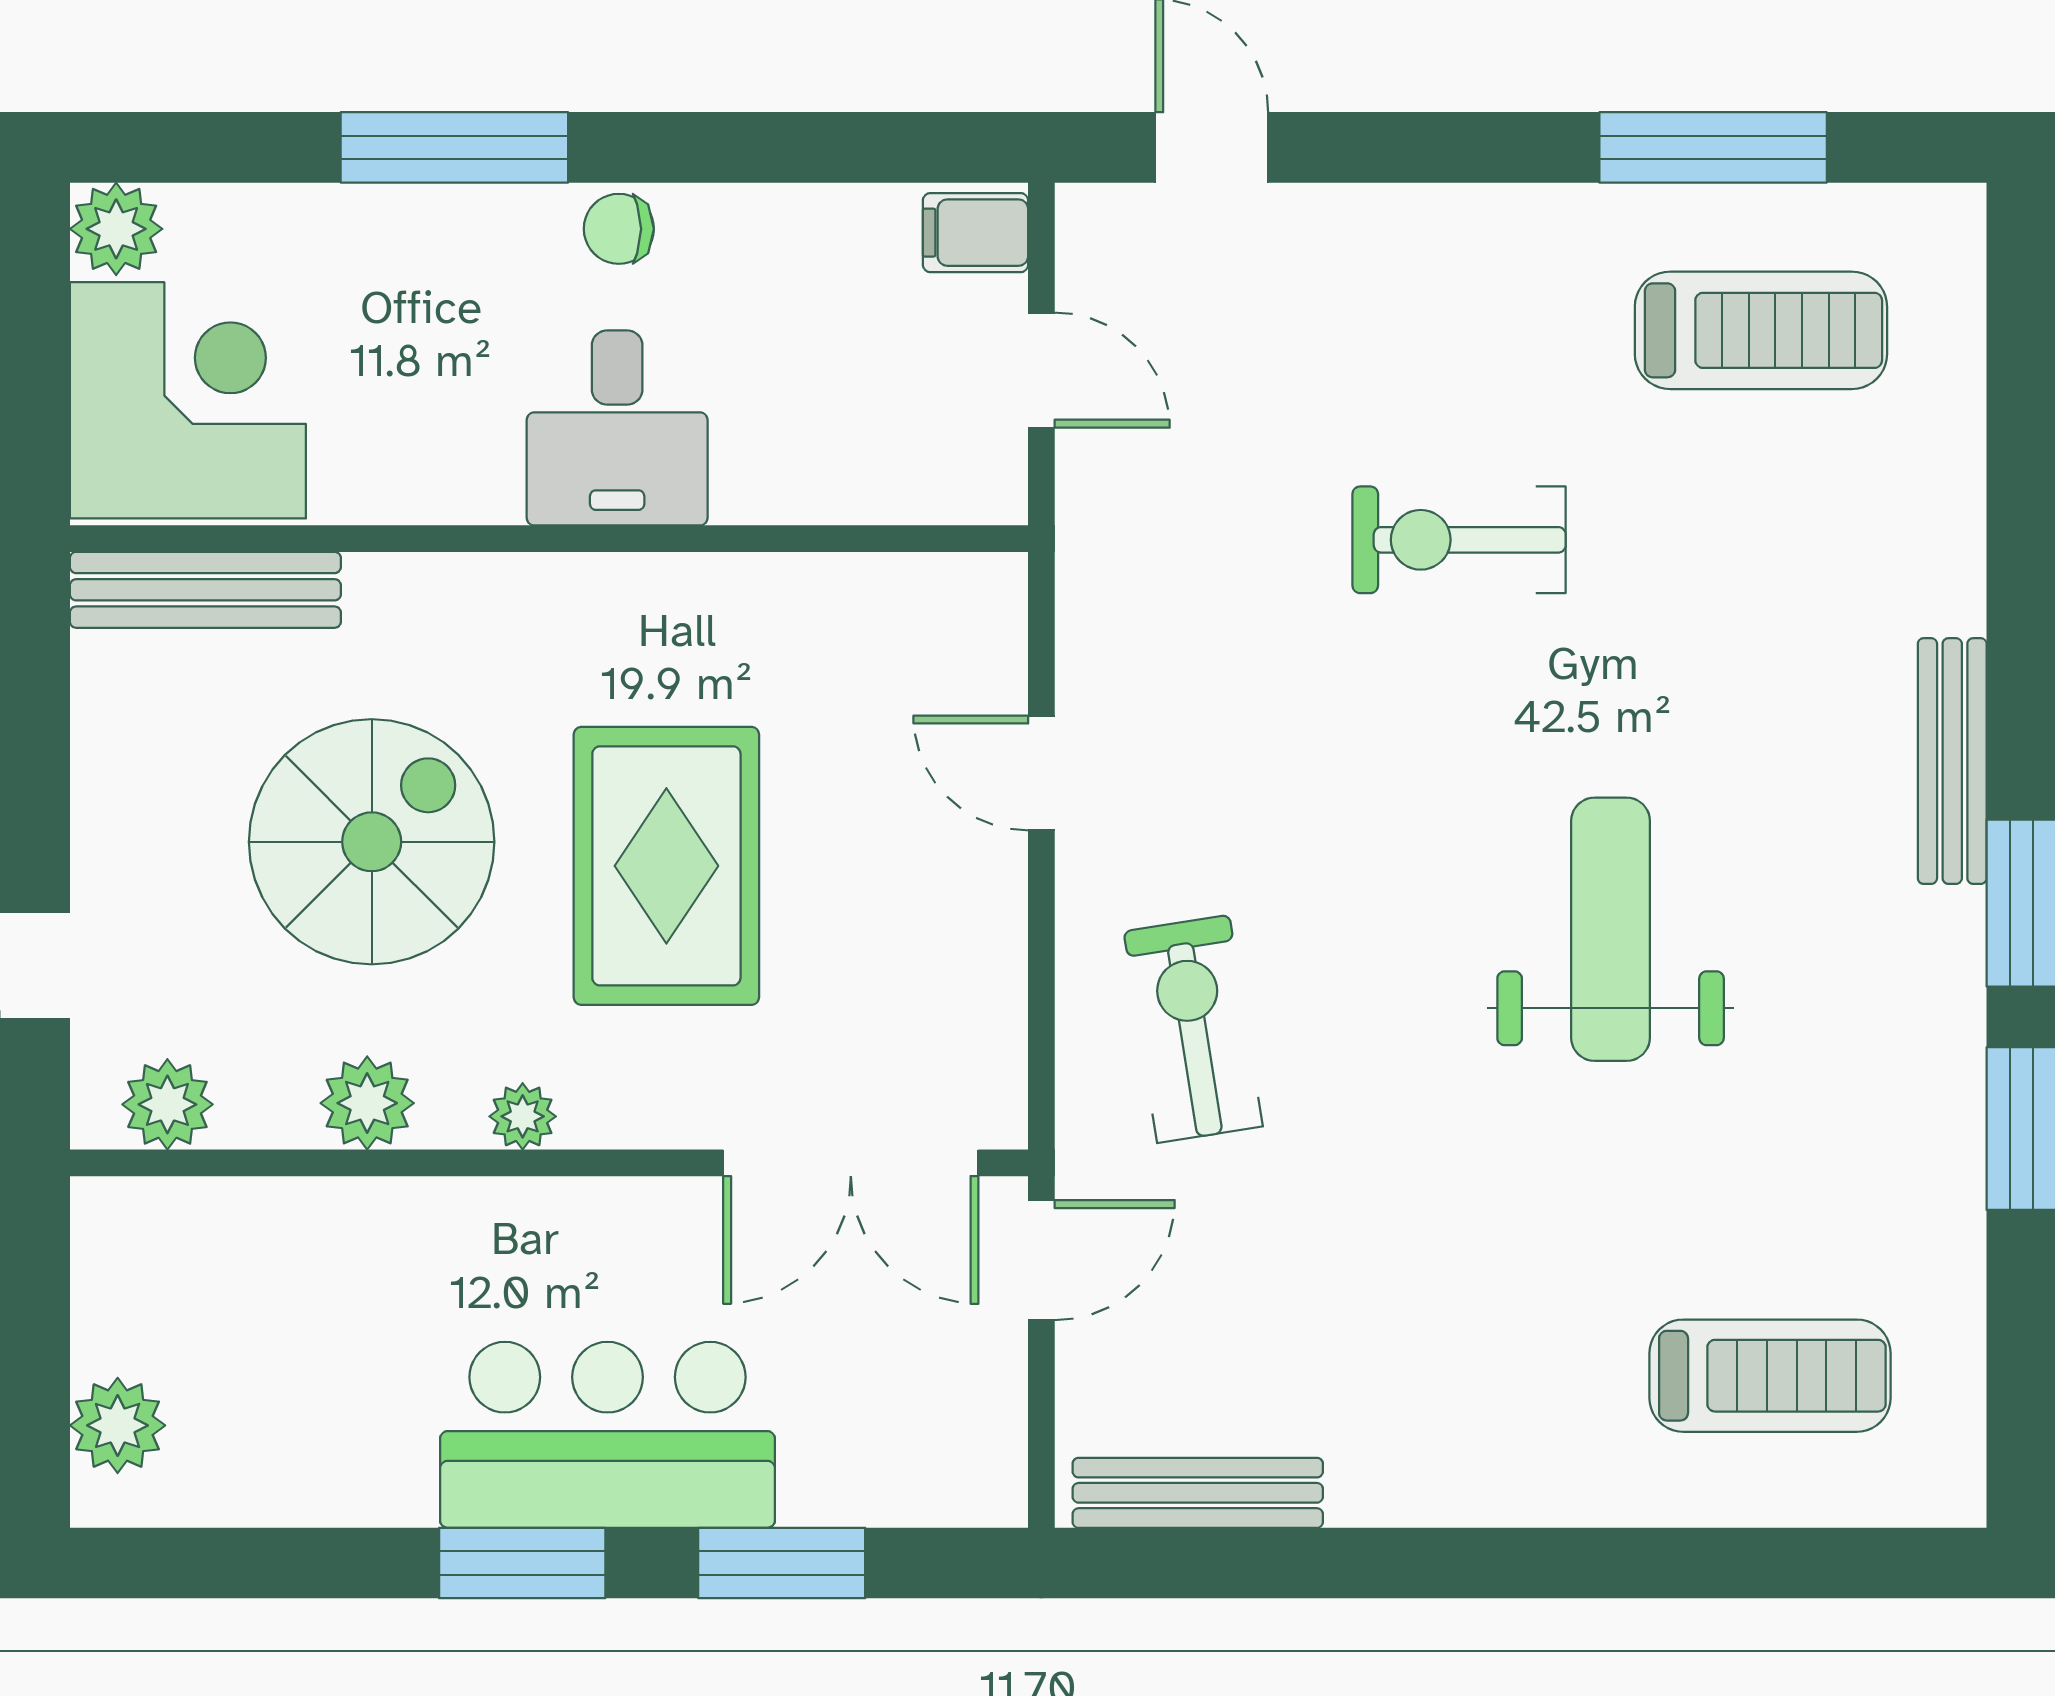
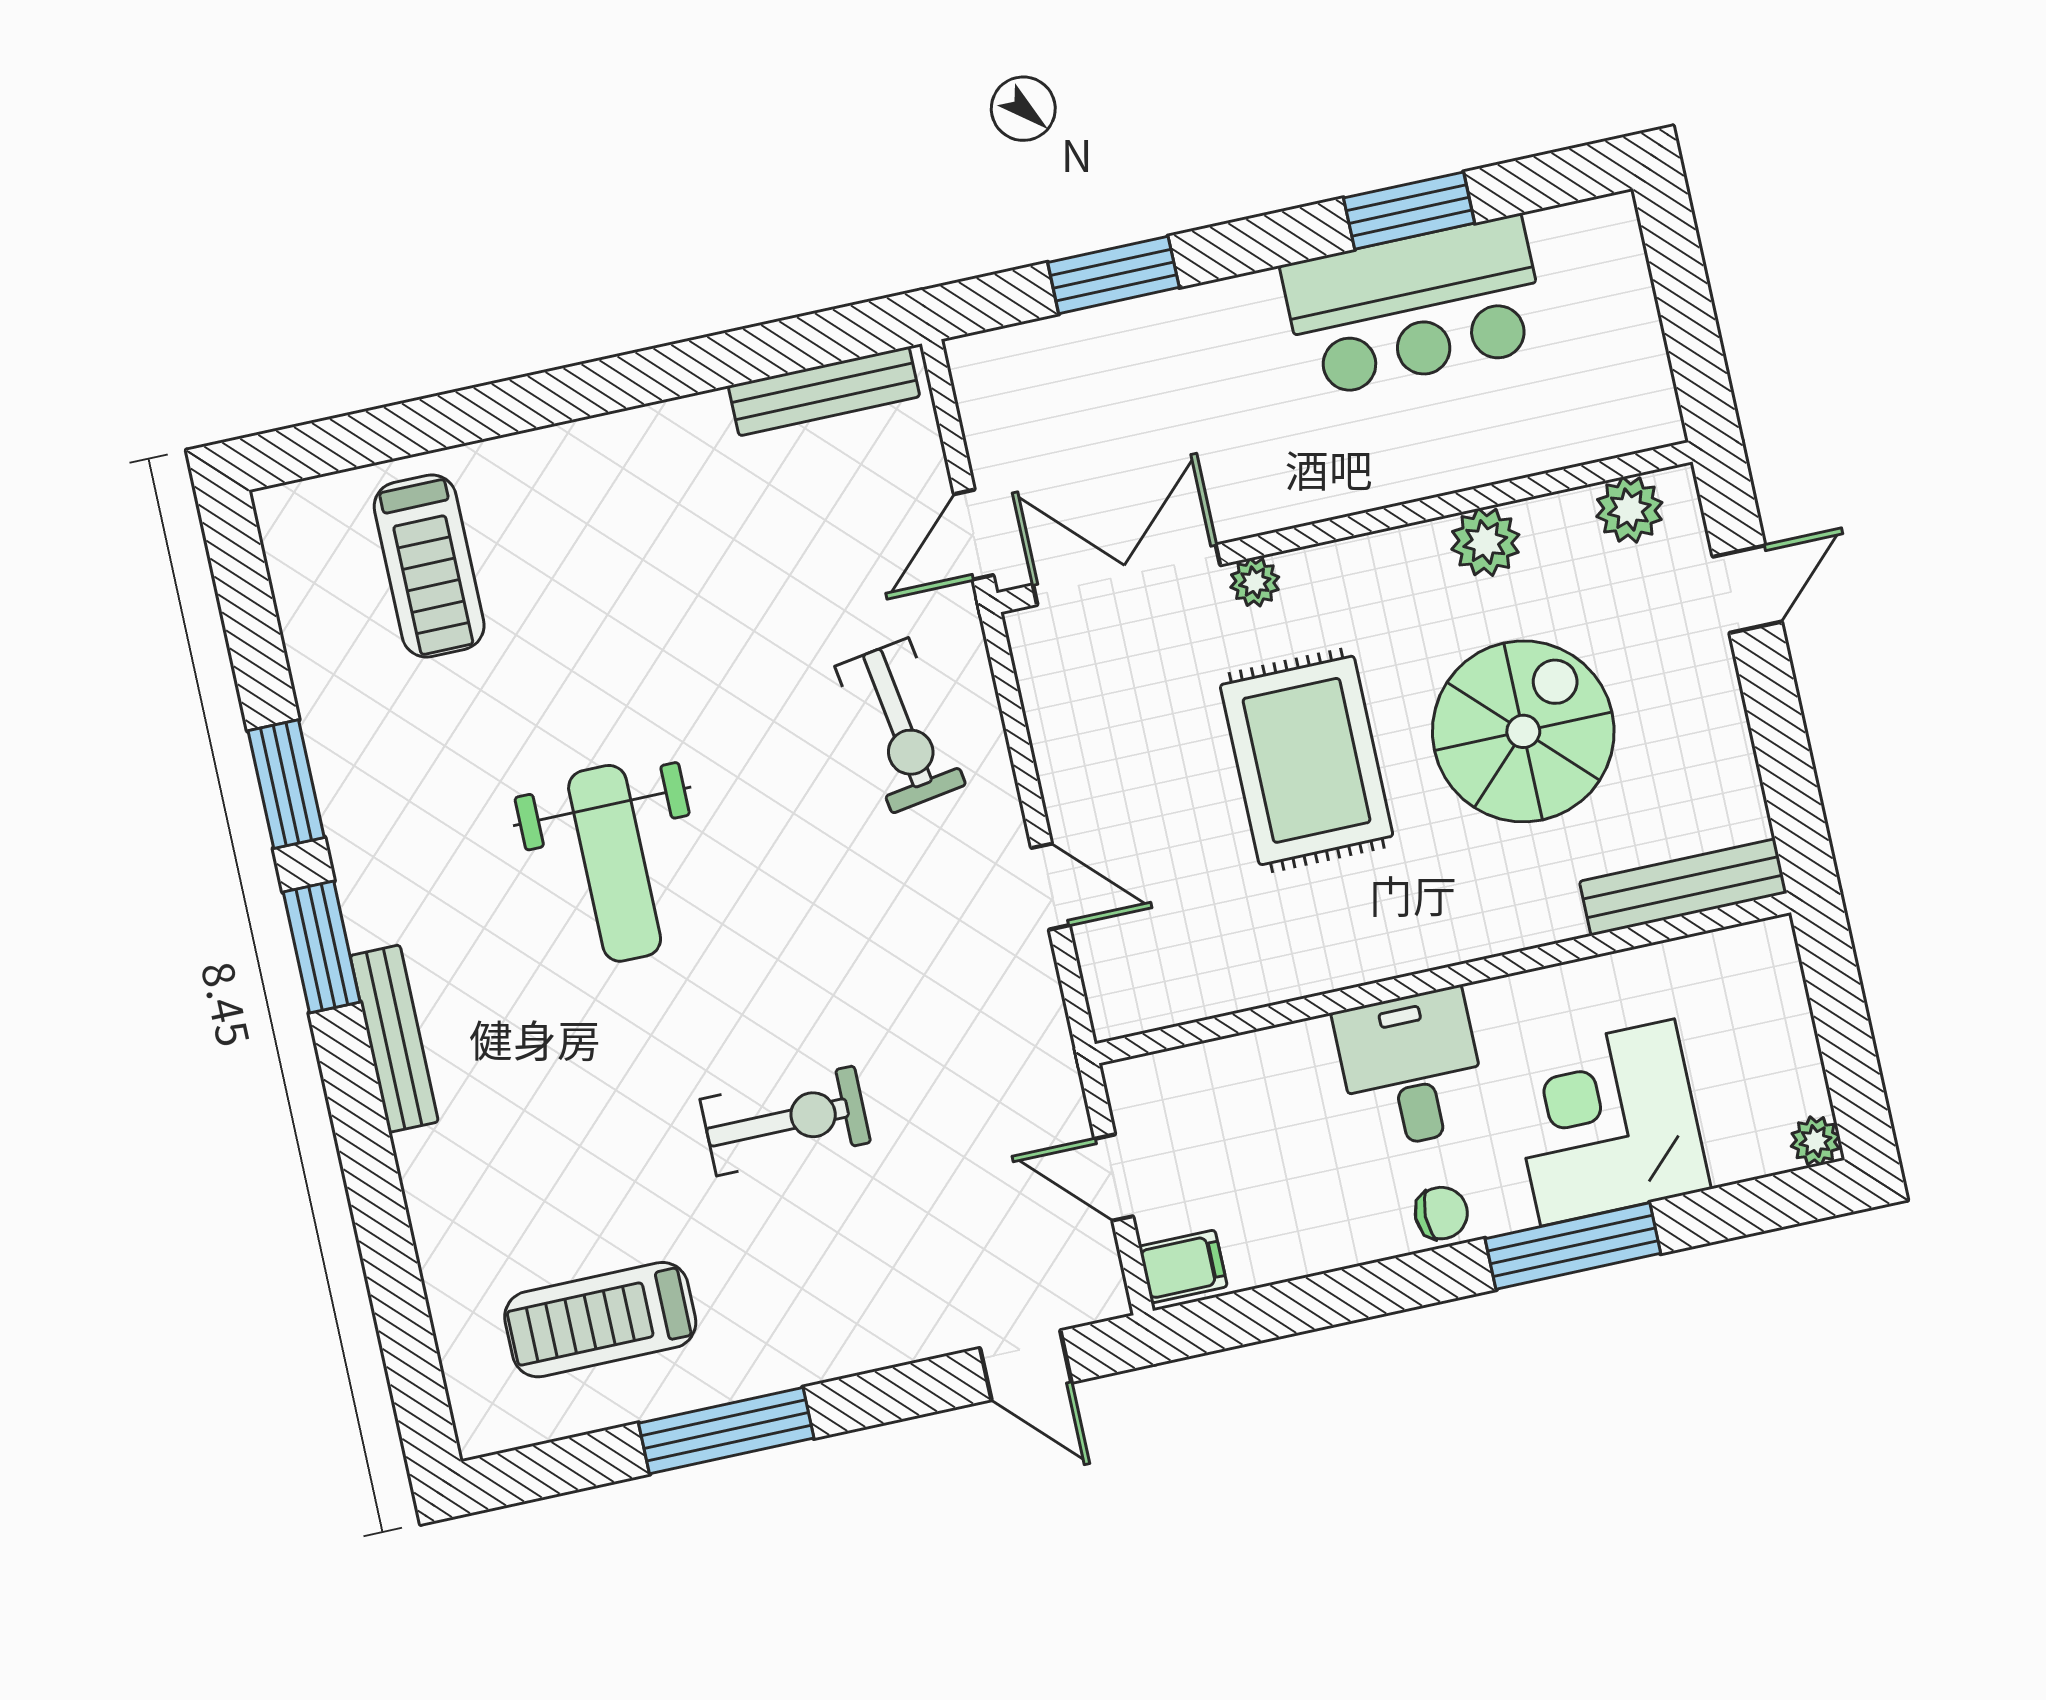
window: (1713, 147) -> (726, 1431), moved
plant: (116, 229) -> (1815, 1141), width x0.73, depth x0.73
corner desk: (188, 400) -> (1608, 1122), moved, turned 90
spiral stairs: (372, 842) -> (1523, 731), turned 180
plant: (523, 1116) -> (1255, 582), moved
treadmill: (1770, 1376) -> (429, 566), turned -90
plant: (118, 1425) -> (1615, 270), removed
bar counter: (608, 1435) -> (1415, 306), moved
window: (522, 1563) -> (1409, 211), moved

